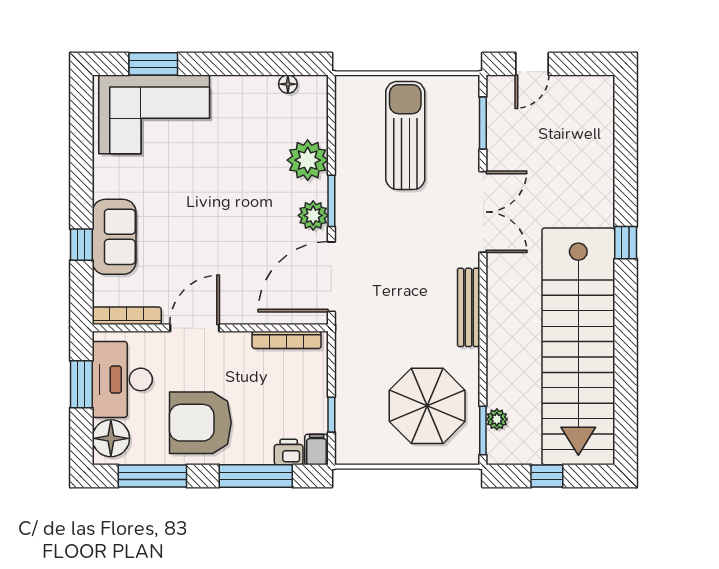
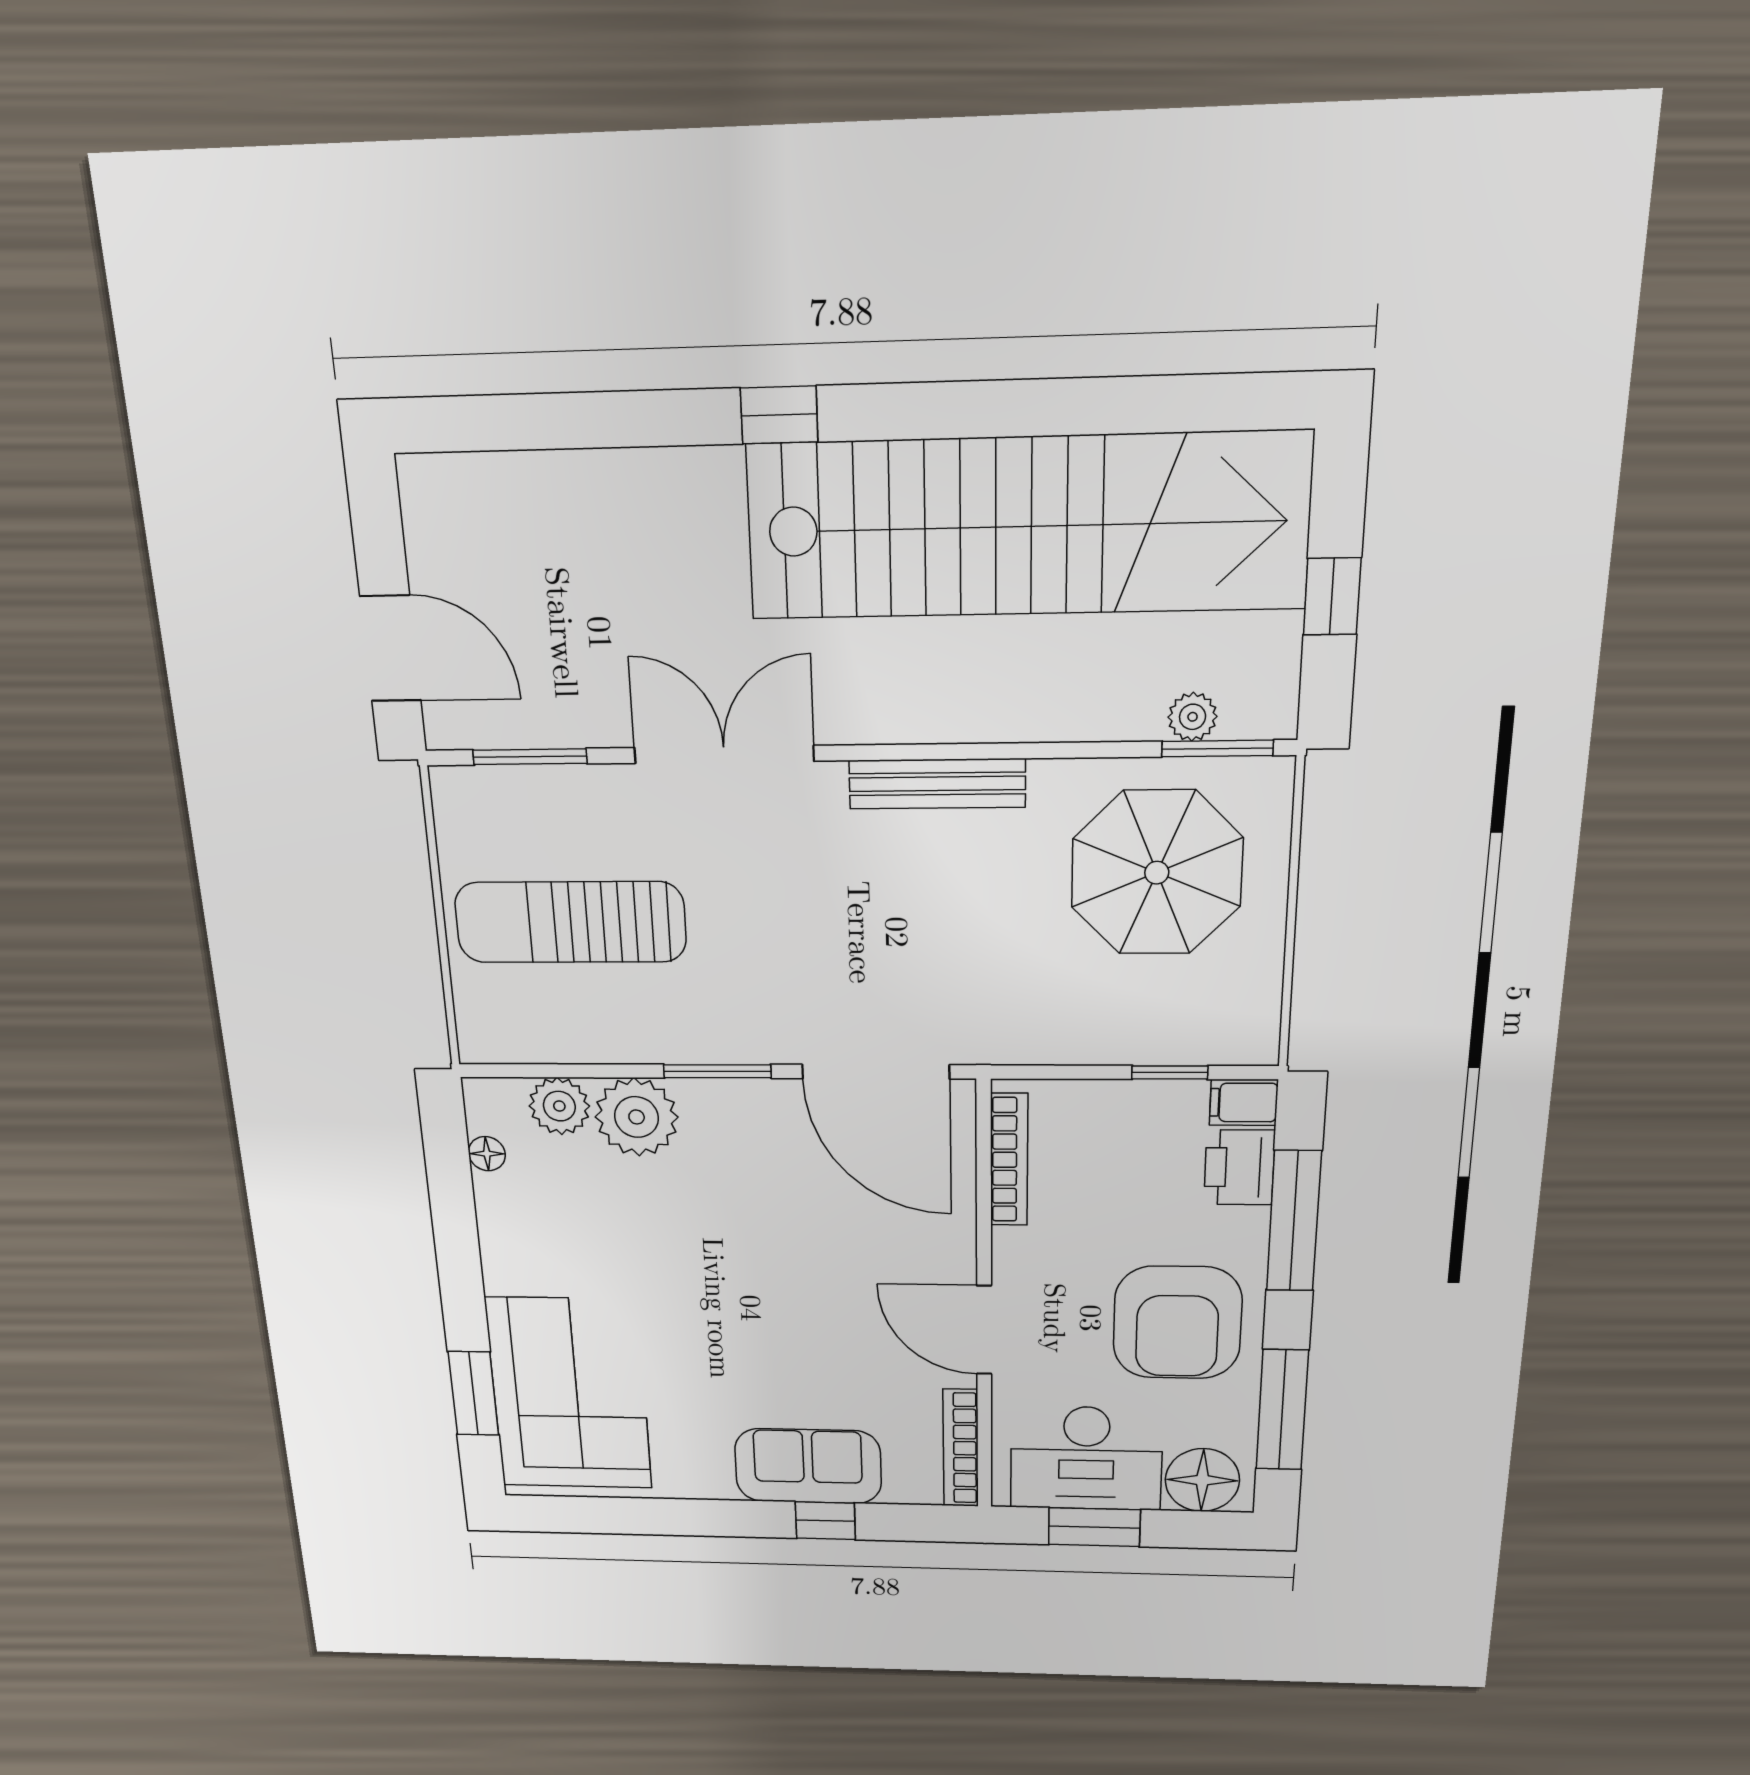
door: (532, 64) -> (391, 648), width x1.38
plant: (313, 215) -> (559, 1106), moved
printer: (289, 452) -> (1239, 1167), width x1.36, depth x1.24

